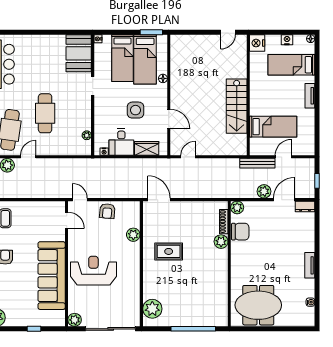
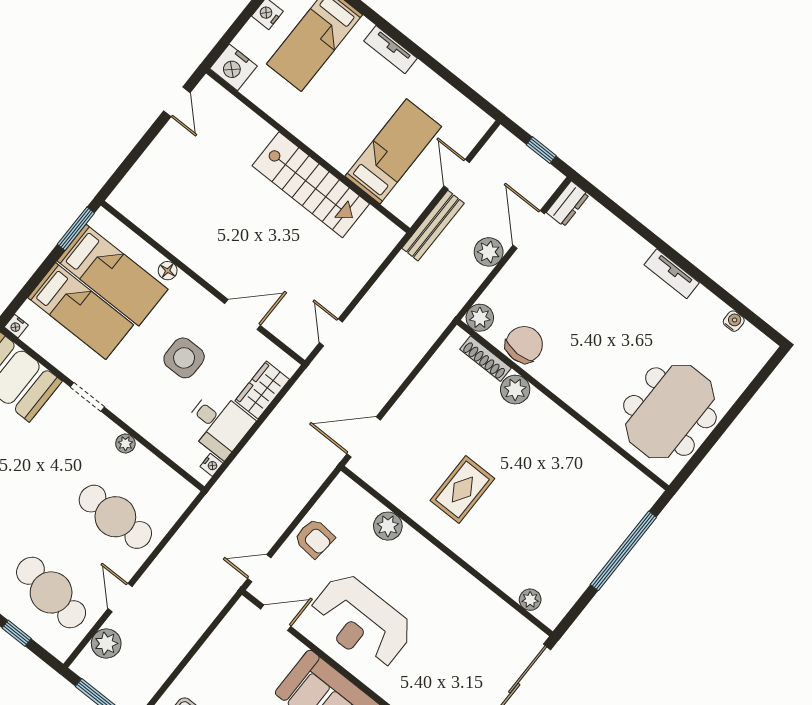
cafe table: (45, 113) -> (115, 517), moved
plant: (87, 135) -> (125, 444), moved
reception desk: (93, 271) -> (361, 622), moved, turned -90
plant: (152, 309) -> (530, 600), width x0.53, depth x0.53

